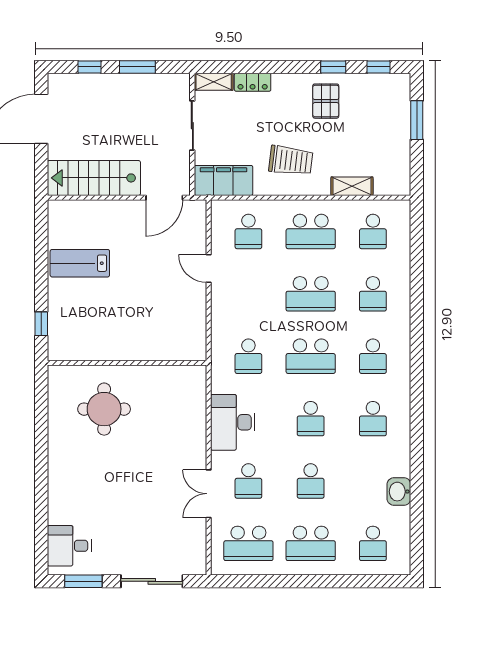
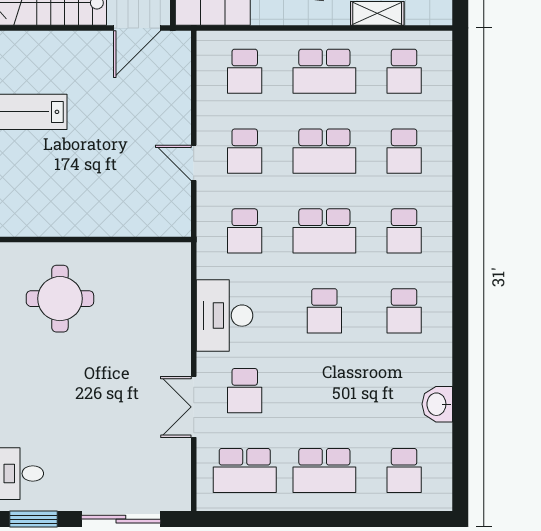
door: (209, 269) -> (194, 163), moved
school desk: (311, 481) -> (245, 151), moved

